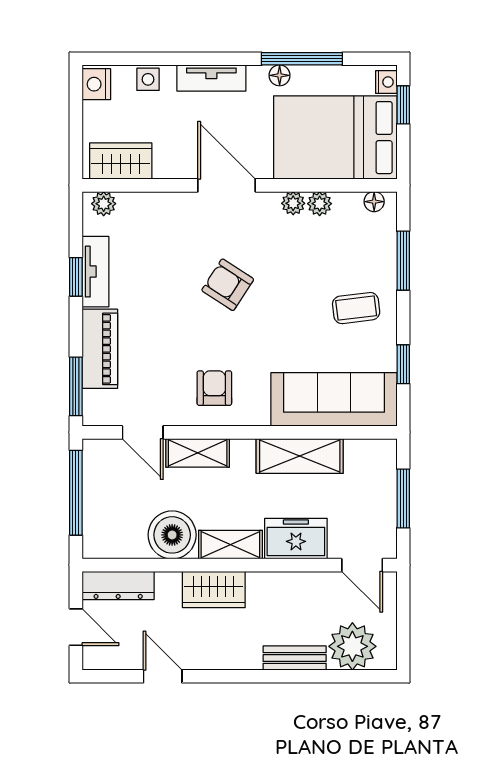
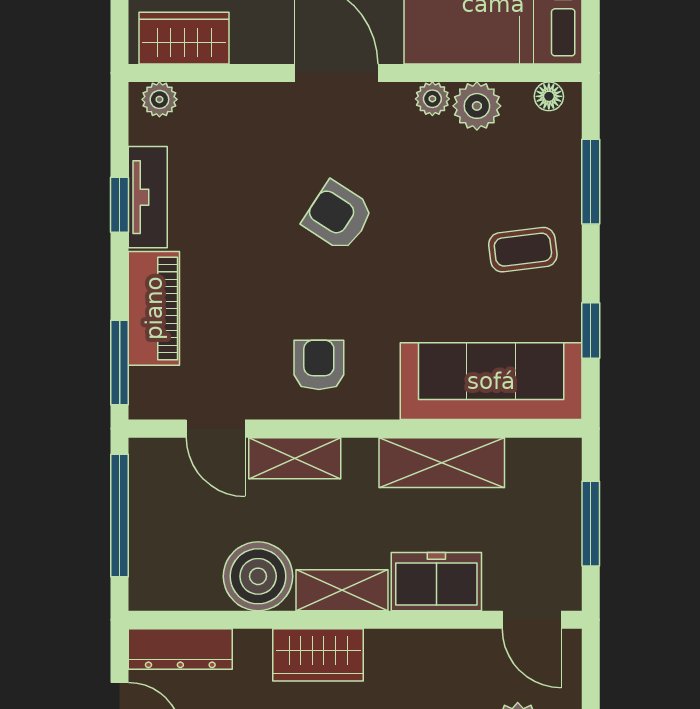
plant: (320, 204) -> (477, 106), width x1.38, depth x1.38

